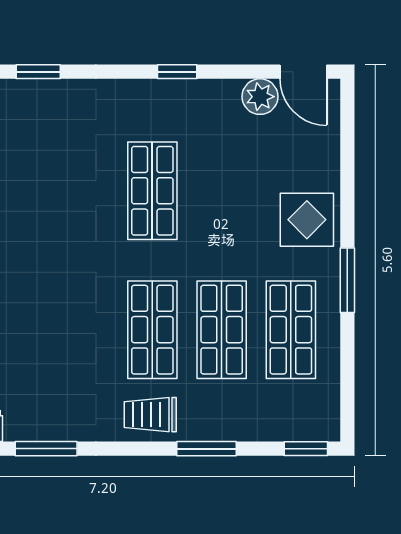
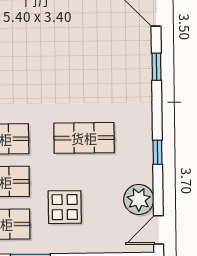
plant: (260, 97) -> (139, 199), width x1.36, depth x1.36
display table: (307, 220) -> (65, 207), moved

